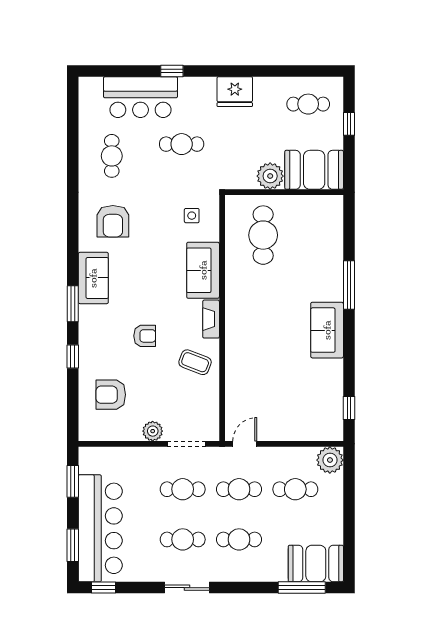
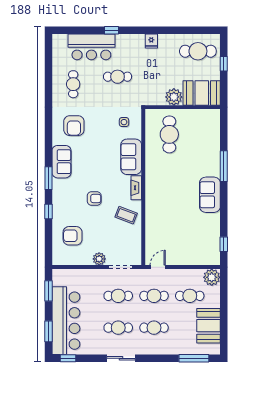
fridge: (235, 92) -> (151, 41), width x0.53, depth x0.75
cafe table: (308, 104) -> (198, 51), width x1.37, depth x1.35
booth: (316, 564) -> (209, 326), moved, turned 90

